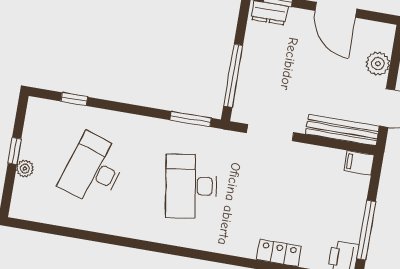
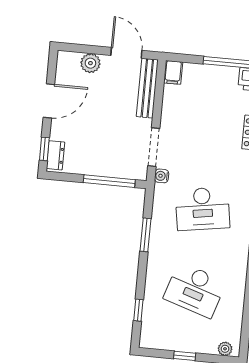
window: (191, 119) -> (145, 235), moved
water cooler: (235, 139) -> (162, 176), added
plant: (25, 168) -> (225, 349), moved

